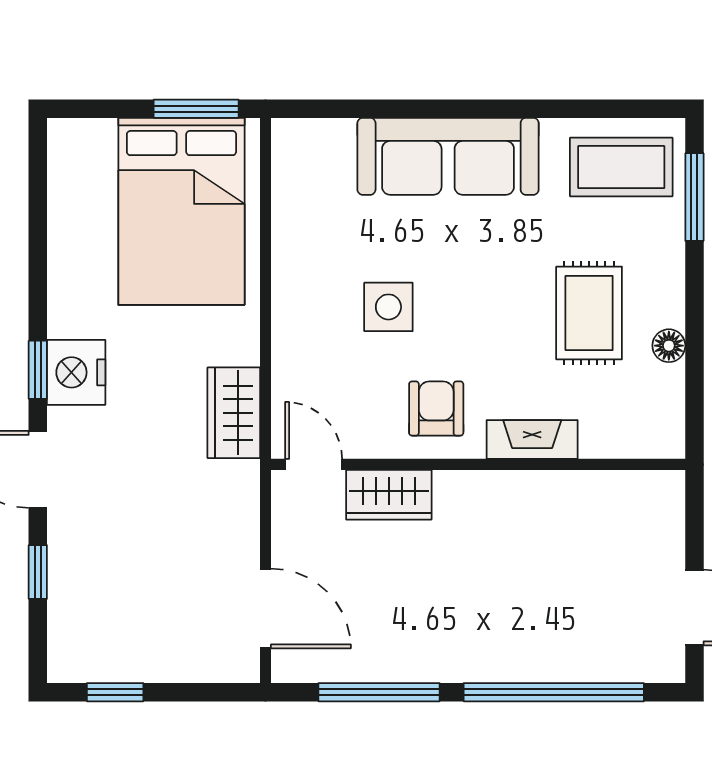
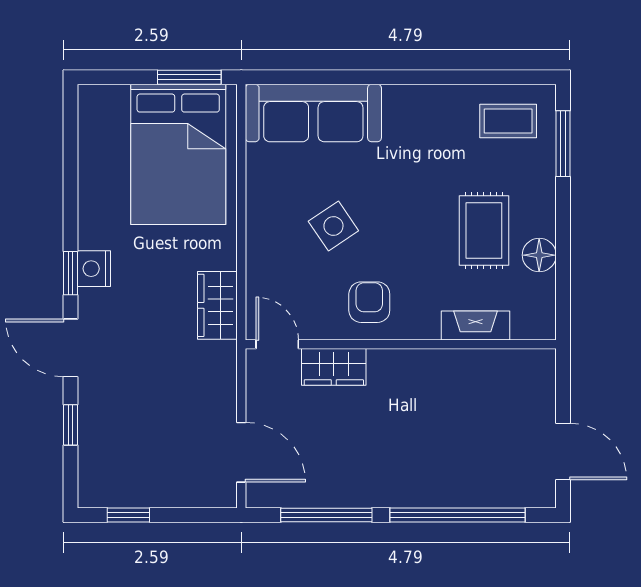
sofa: (448, 156) -> (313, 113), moved
coffee table: (621, 167) -> (508, 121), width x0.73, depth x0.77
side table: (388, 307) -> (333, 226), turned -34
floor lamp: (669, 346) -> (539, 255), width x1.37, depth x1.37
nightstand: (76, 372) -> (94, 269), width x0.74, depth x0.75
fireplace: (532, 439) -> (475, 325), moved

